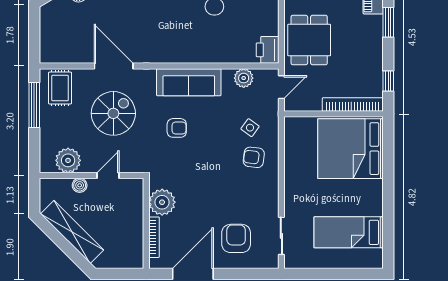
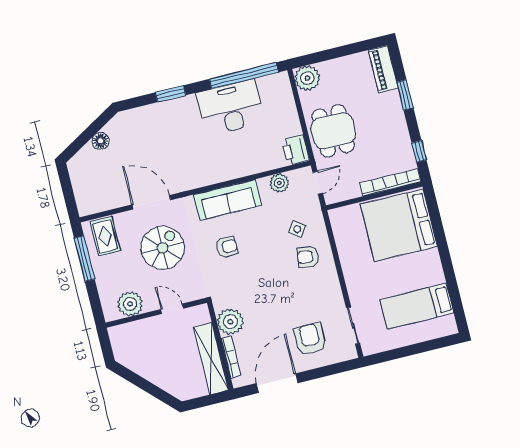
door: (108, 175) -> (172, 309), hinge flipped
boiler: (80, 185) -> (147, 325), removed
shelving: (72, 232) -> (211, 358), moved, turned 45

